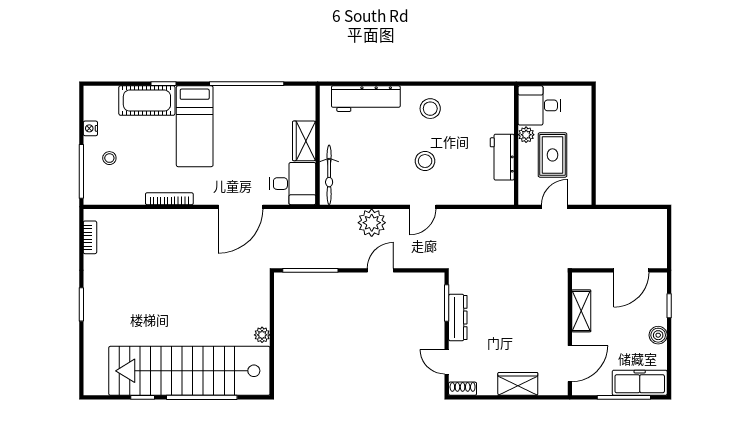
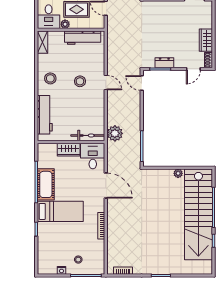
shelving: (494, 95) -> (43, 42), added
cot: (147, 101) -> (46, 184), moved
workbench: (502, 157) -> (83, 38), width x1.37
plant: (372, 223) -> (115, 133), moved
door: (380, 270) -> (142, 83), moved
dresser: (458, 318) -> (164, 63), width x0.70
wardrobe: (518, 384) -> (206, 40), moved

